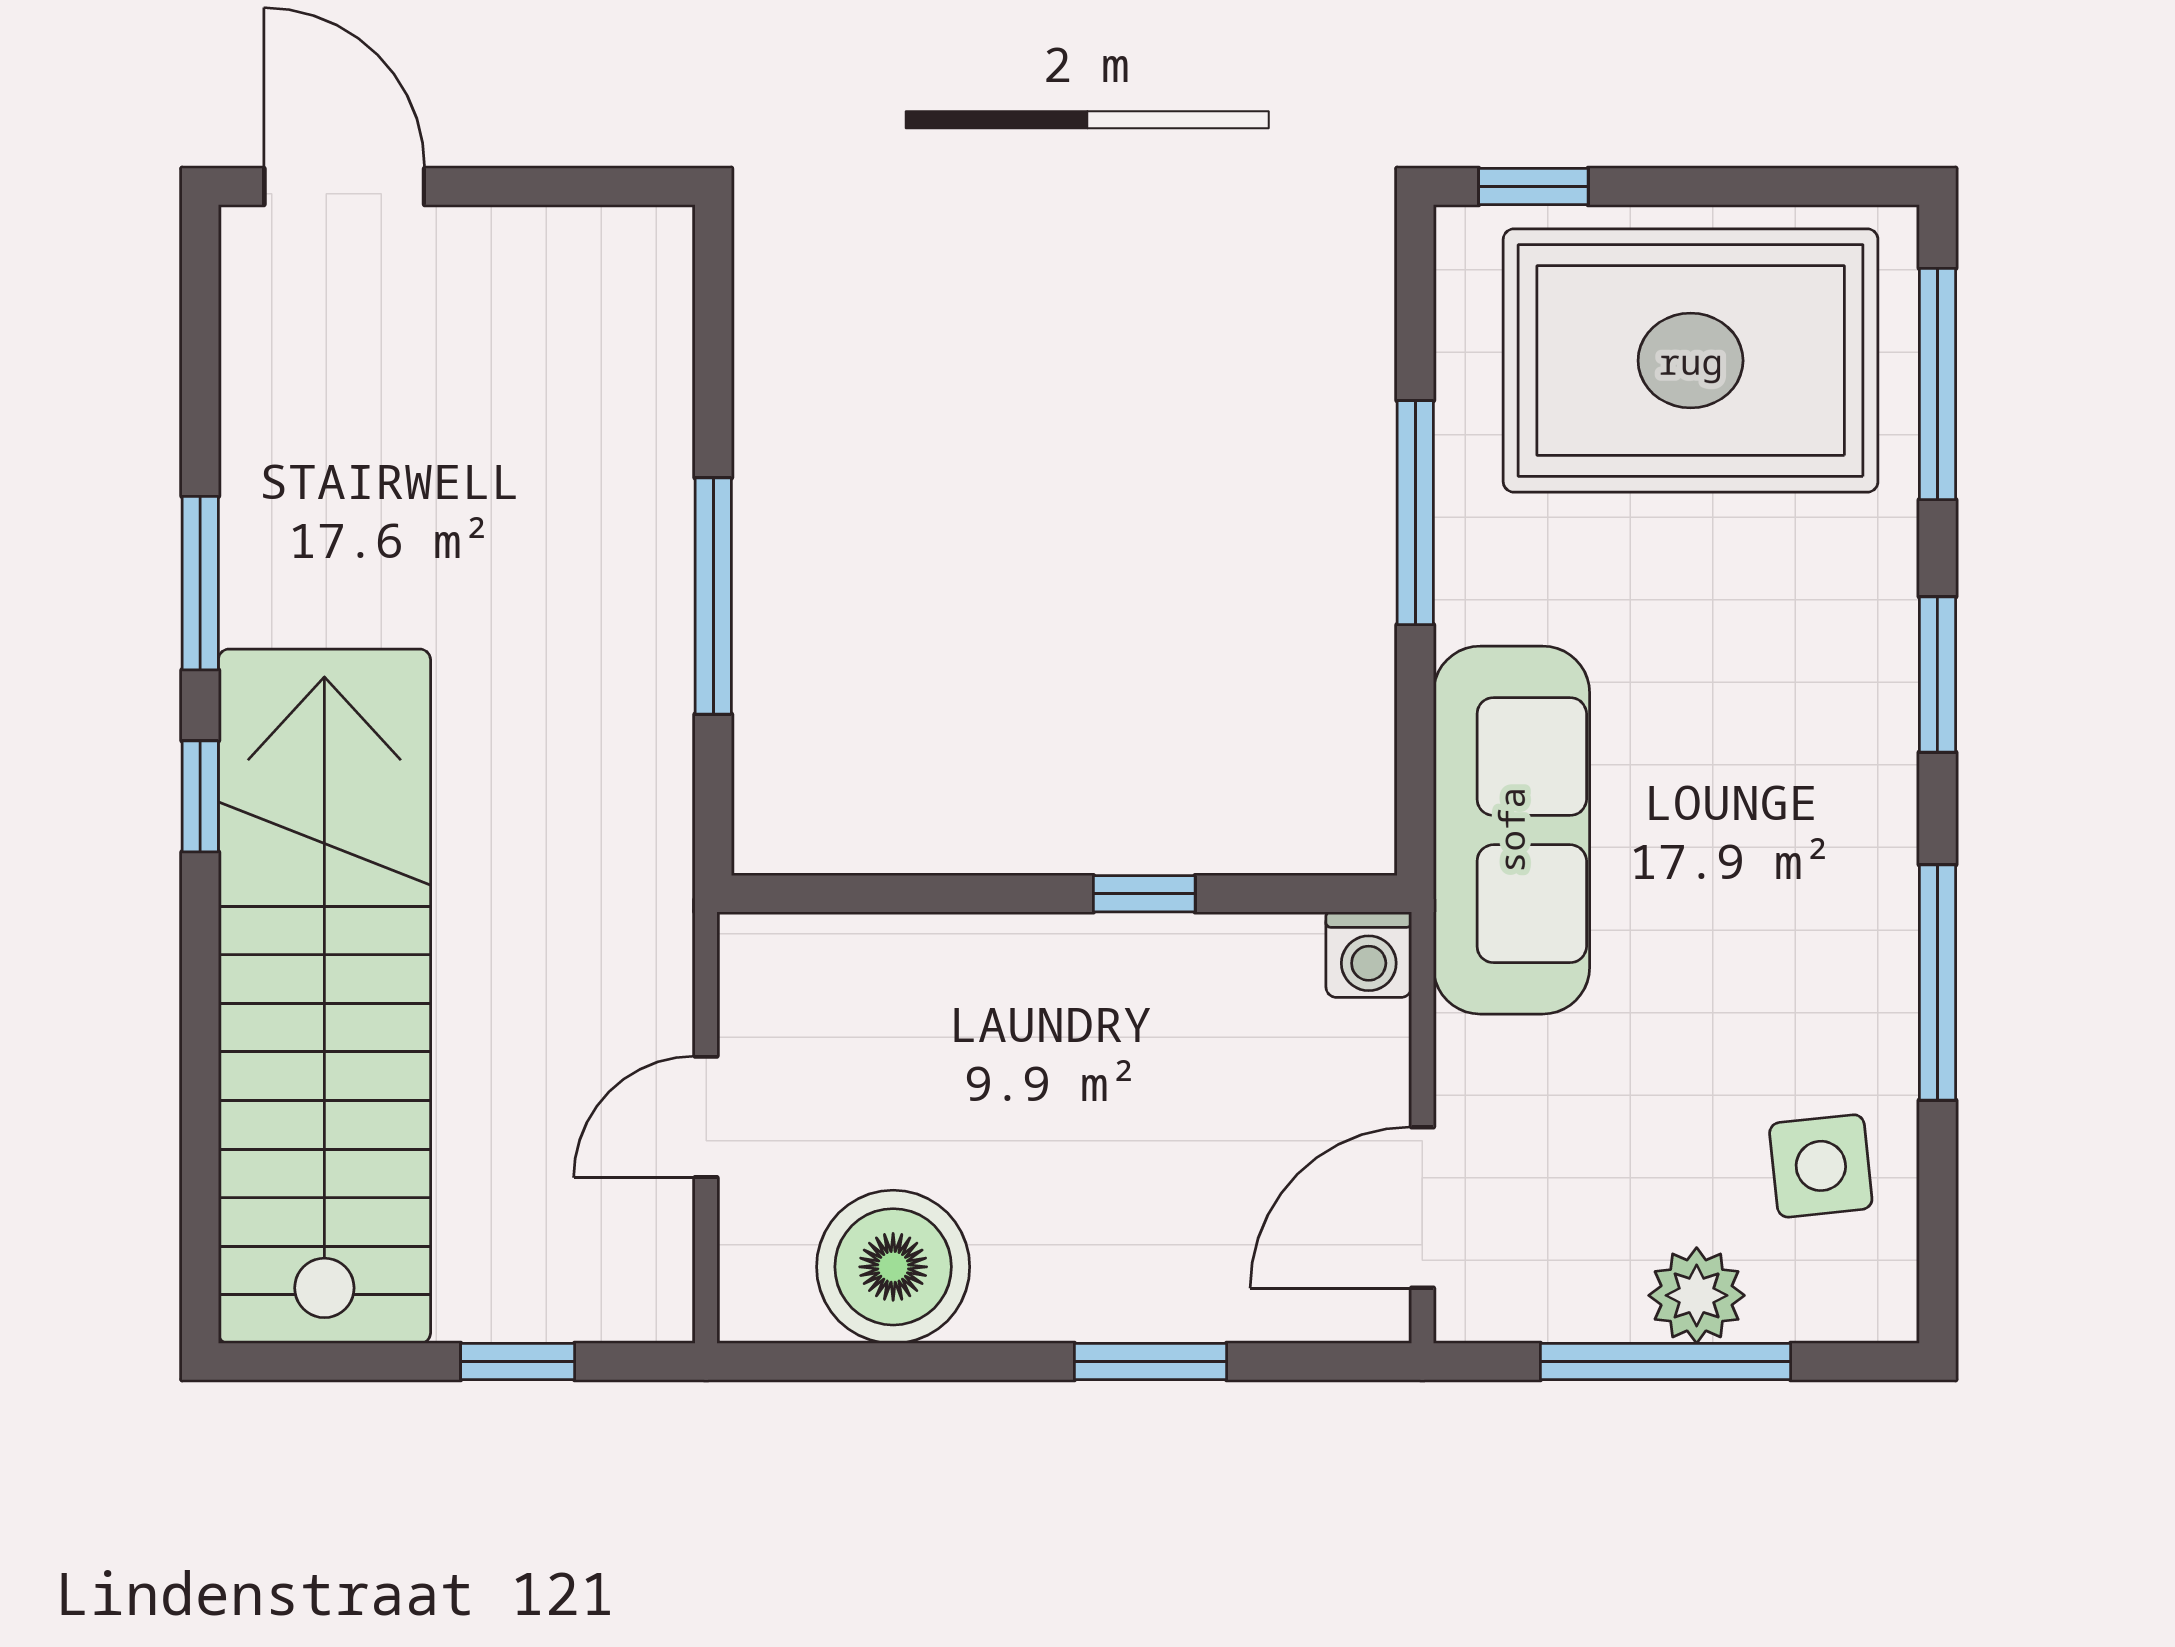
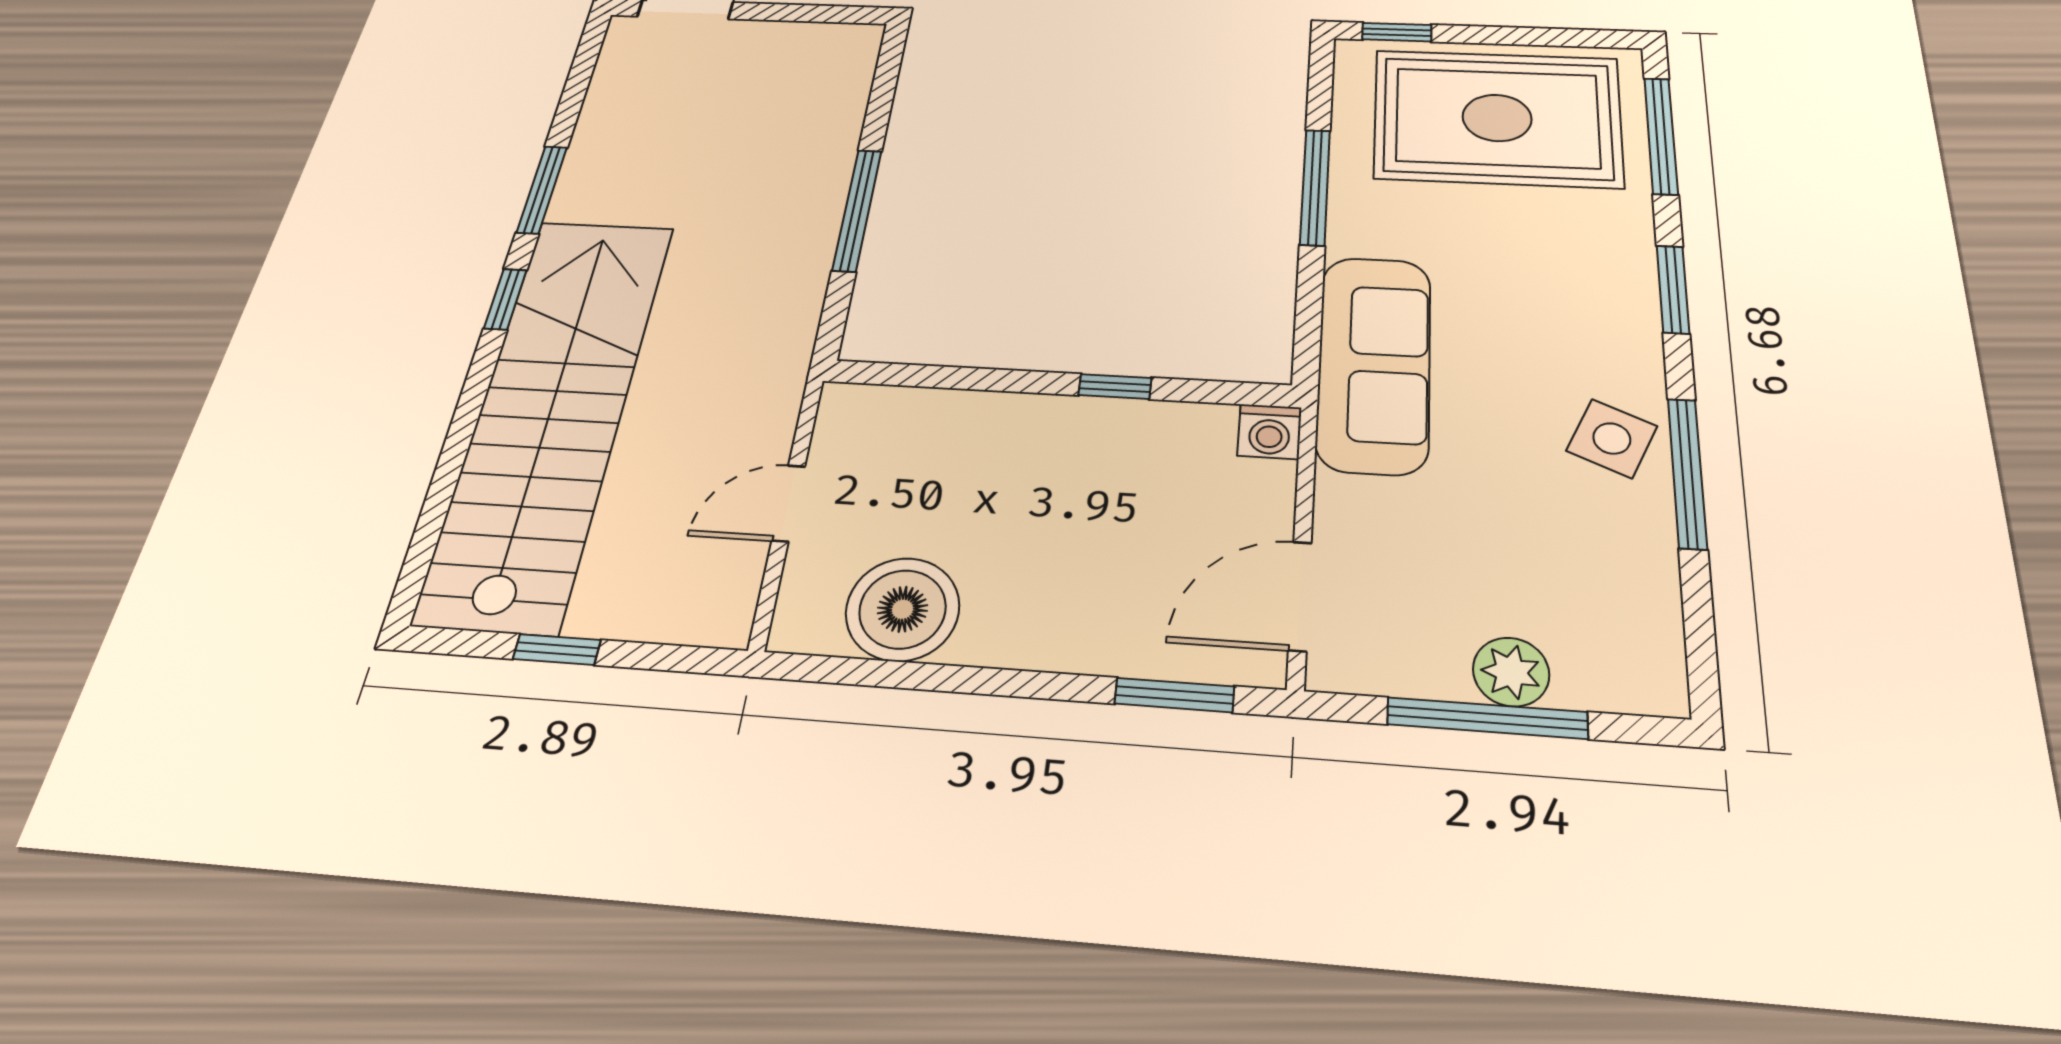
side table: (1821, 1166) -> (1612, 438), moved, turned 30
window: (518, 1362) -> (557, 650), moved
window: (1150, 1362) -> (1174, 695), moved

